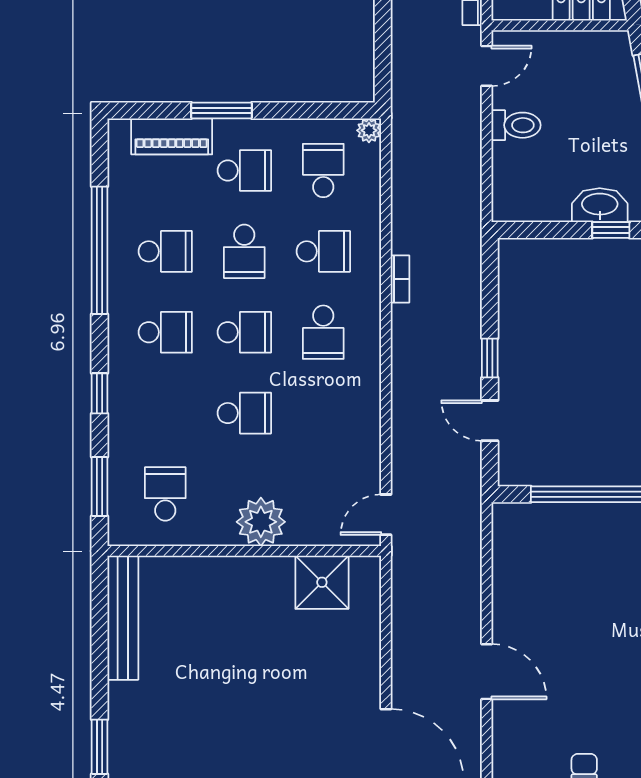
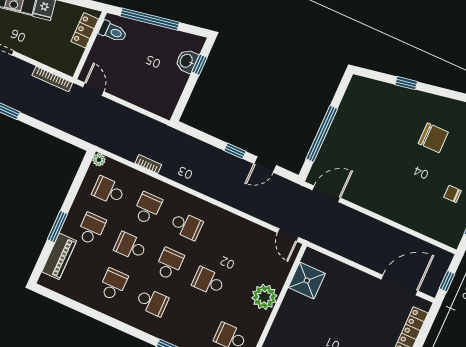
toilet: (516, 125) -> (113, 32), moved, turned 90
washbasin: (600, 205) -> (187, 61), width x0.72
window: (100, 250) -> (98, 316), removed
school desk: (244, 251) -> (130, 246), turned 180
bookcase: (400, 279) -> (148, 164), moved
school desk: (165, 332) -> (152, 302), turned 90
school desk: (244, 413) -> (208, 281), turned -90
door: (487, 672) -> (326, 194), moved

